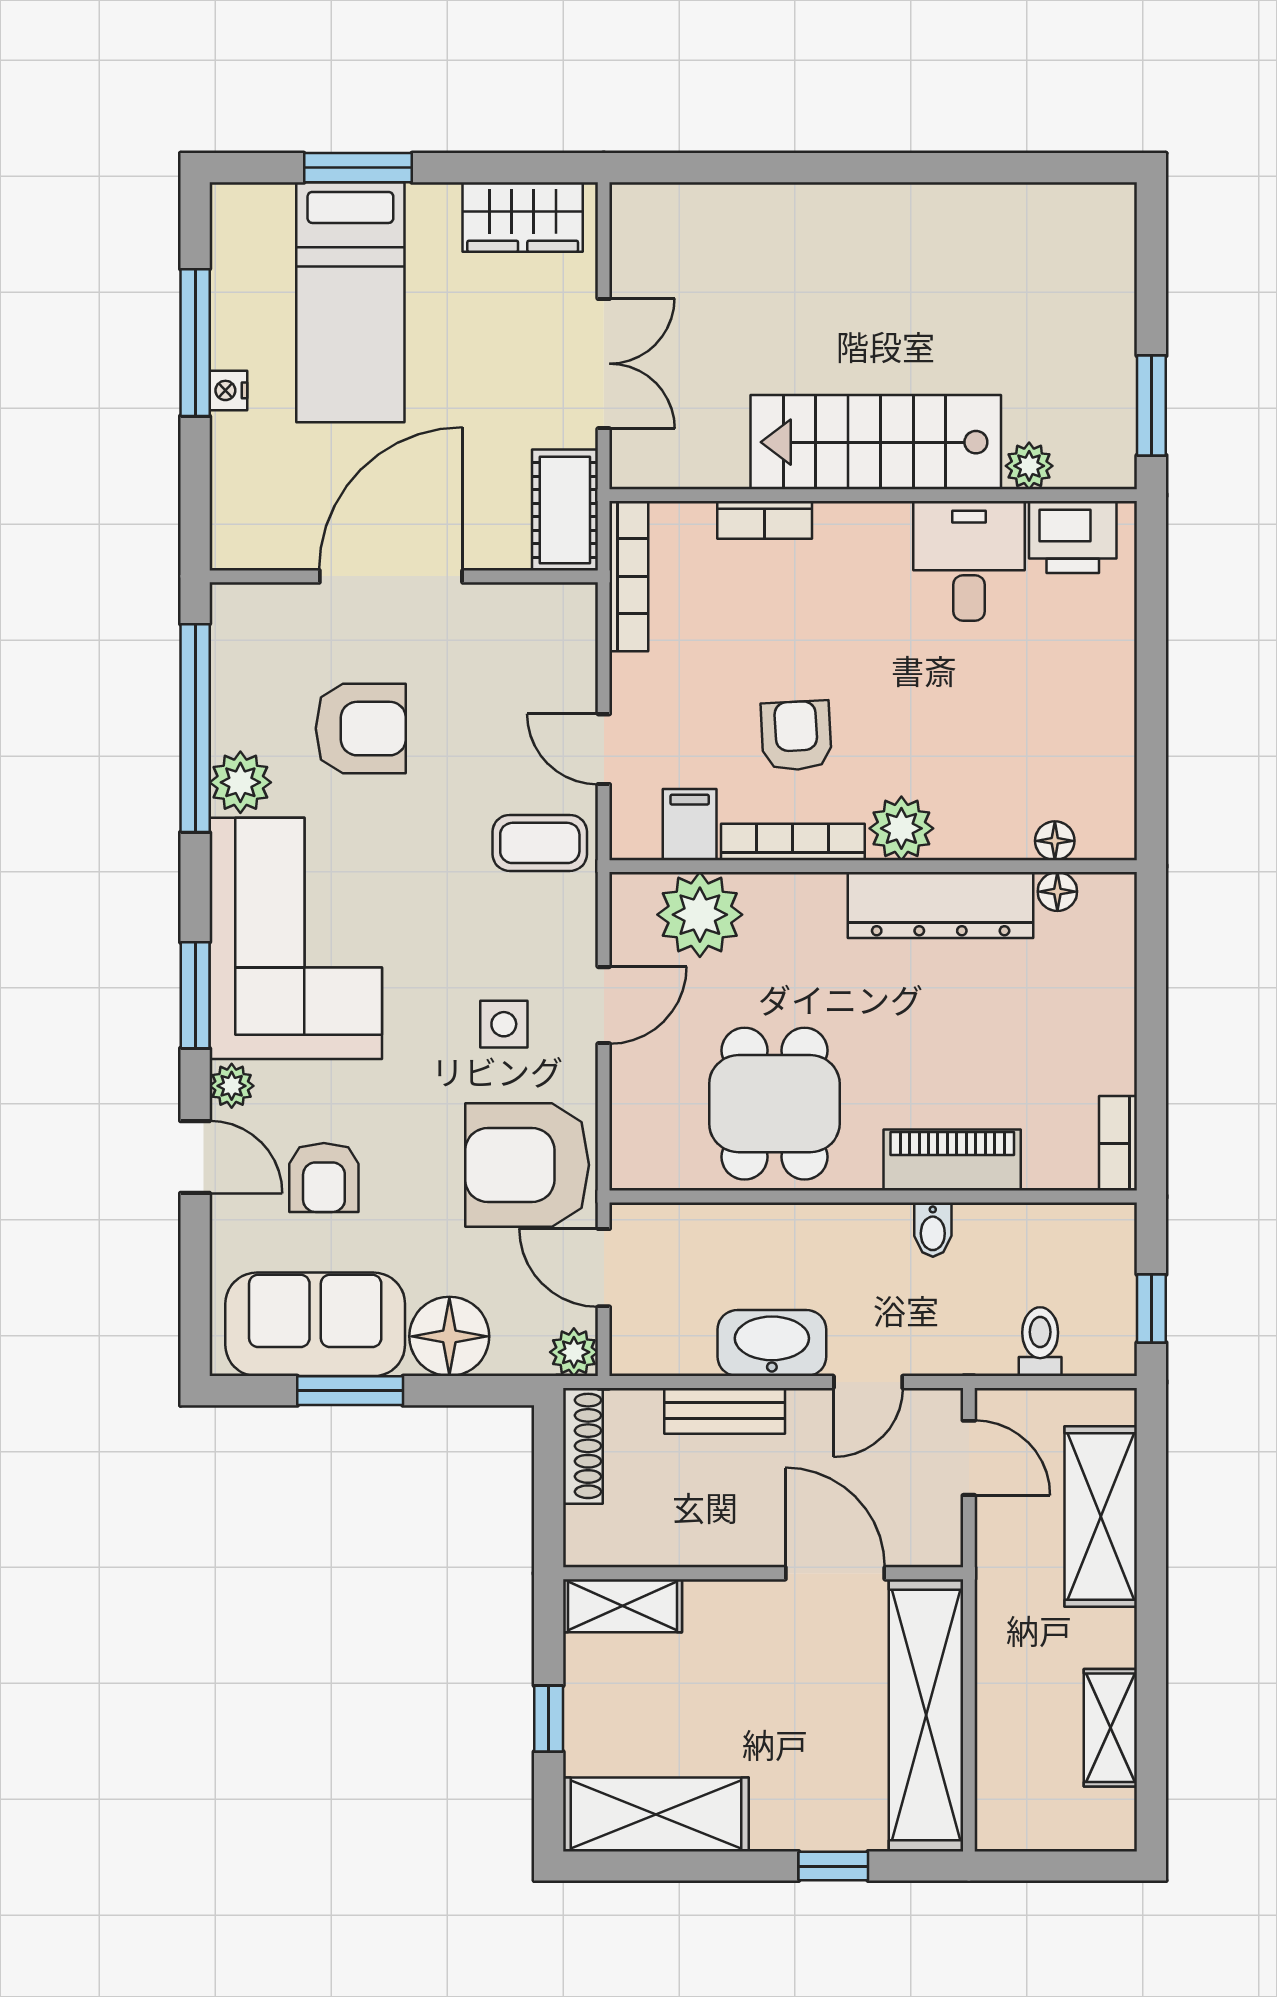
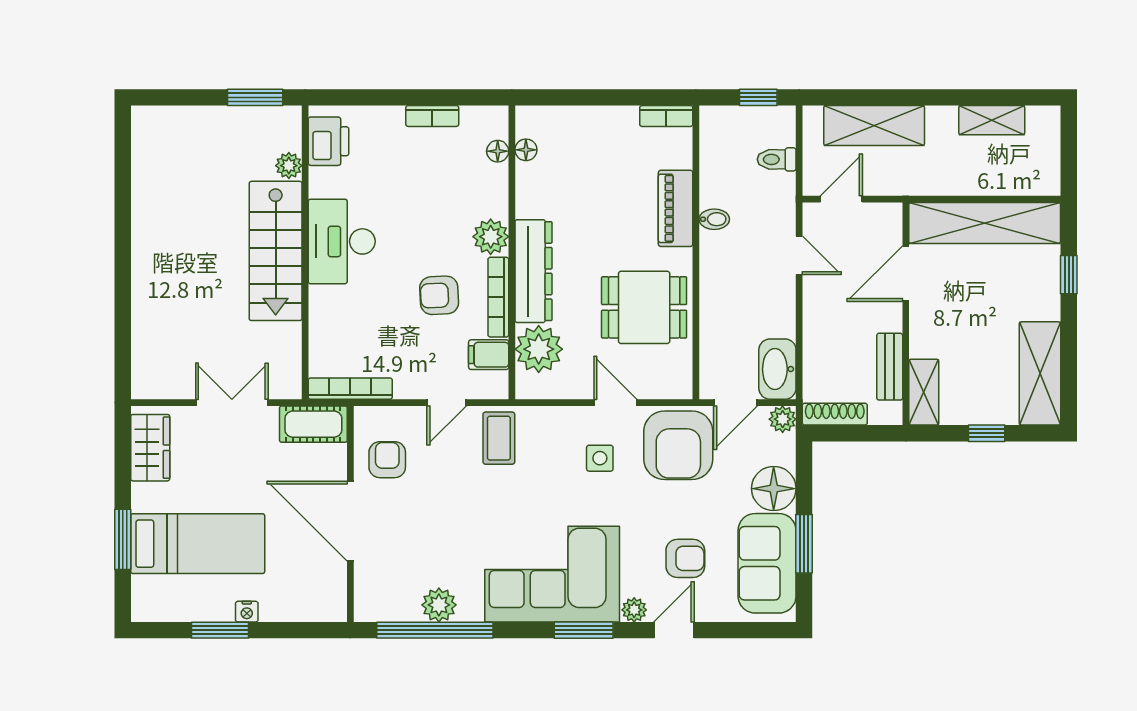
window: (195, 343) -> (220, 630), width x0.69
bookcase: (765, 520) -> (432, 116), moved, turned 90
desk: (969, 561) -> (342, 241), moved, width x1.37
armchair: (361, 729) -> (387, 460), moved, width x0.72, depth x0.72
plant: (240, 782) -> (439, 605), moved
dresser: (941, 905) -> (533, 271), moved
door: (604, 1005) -> (615, 403), moved
washbasin: (772, 1343) -> (777, 369), moved
bench: (725, 1411) -> (890, 367), moved

